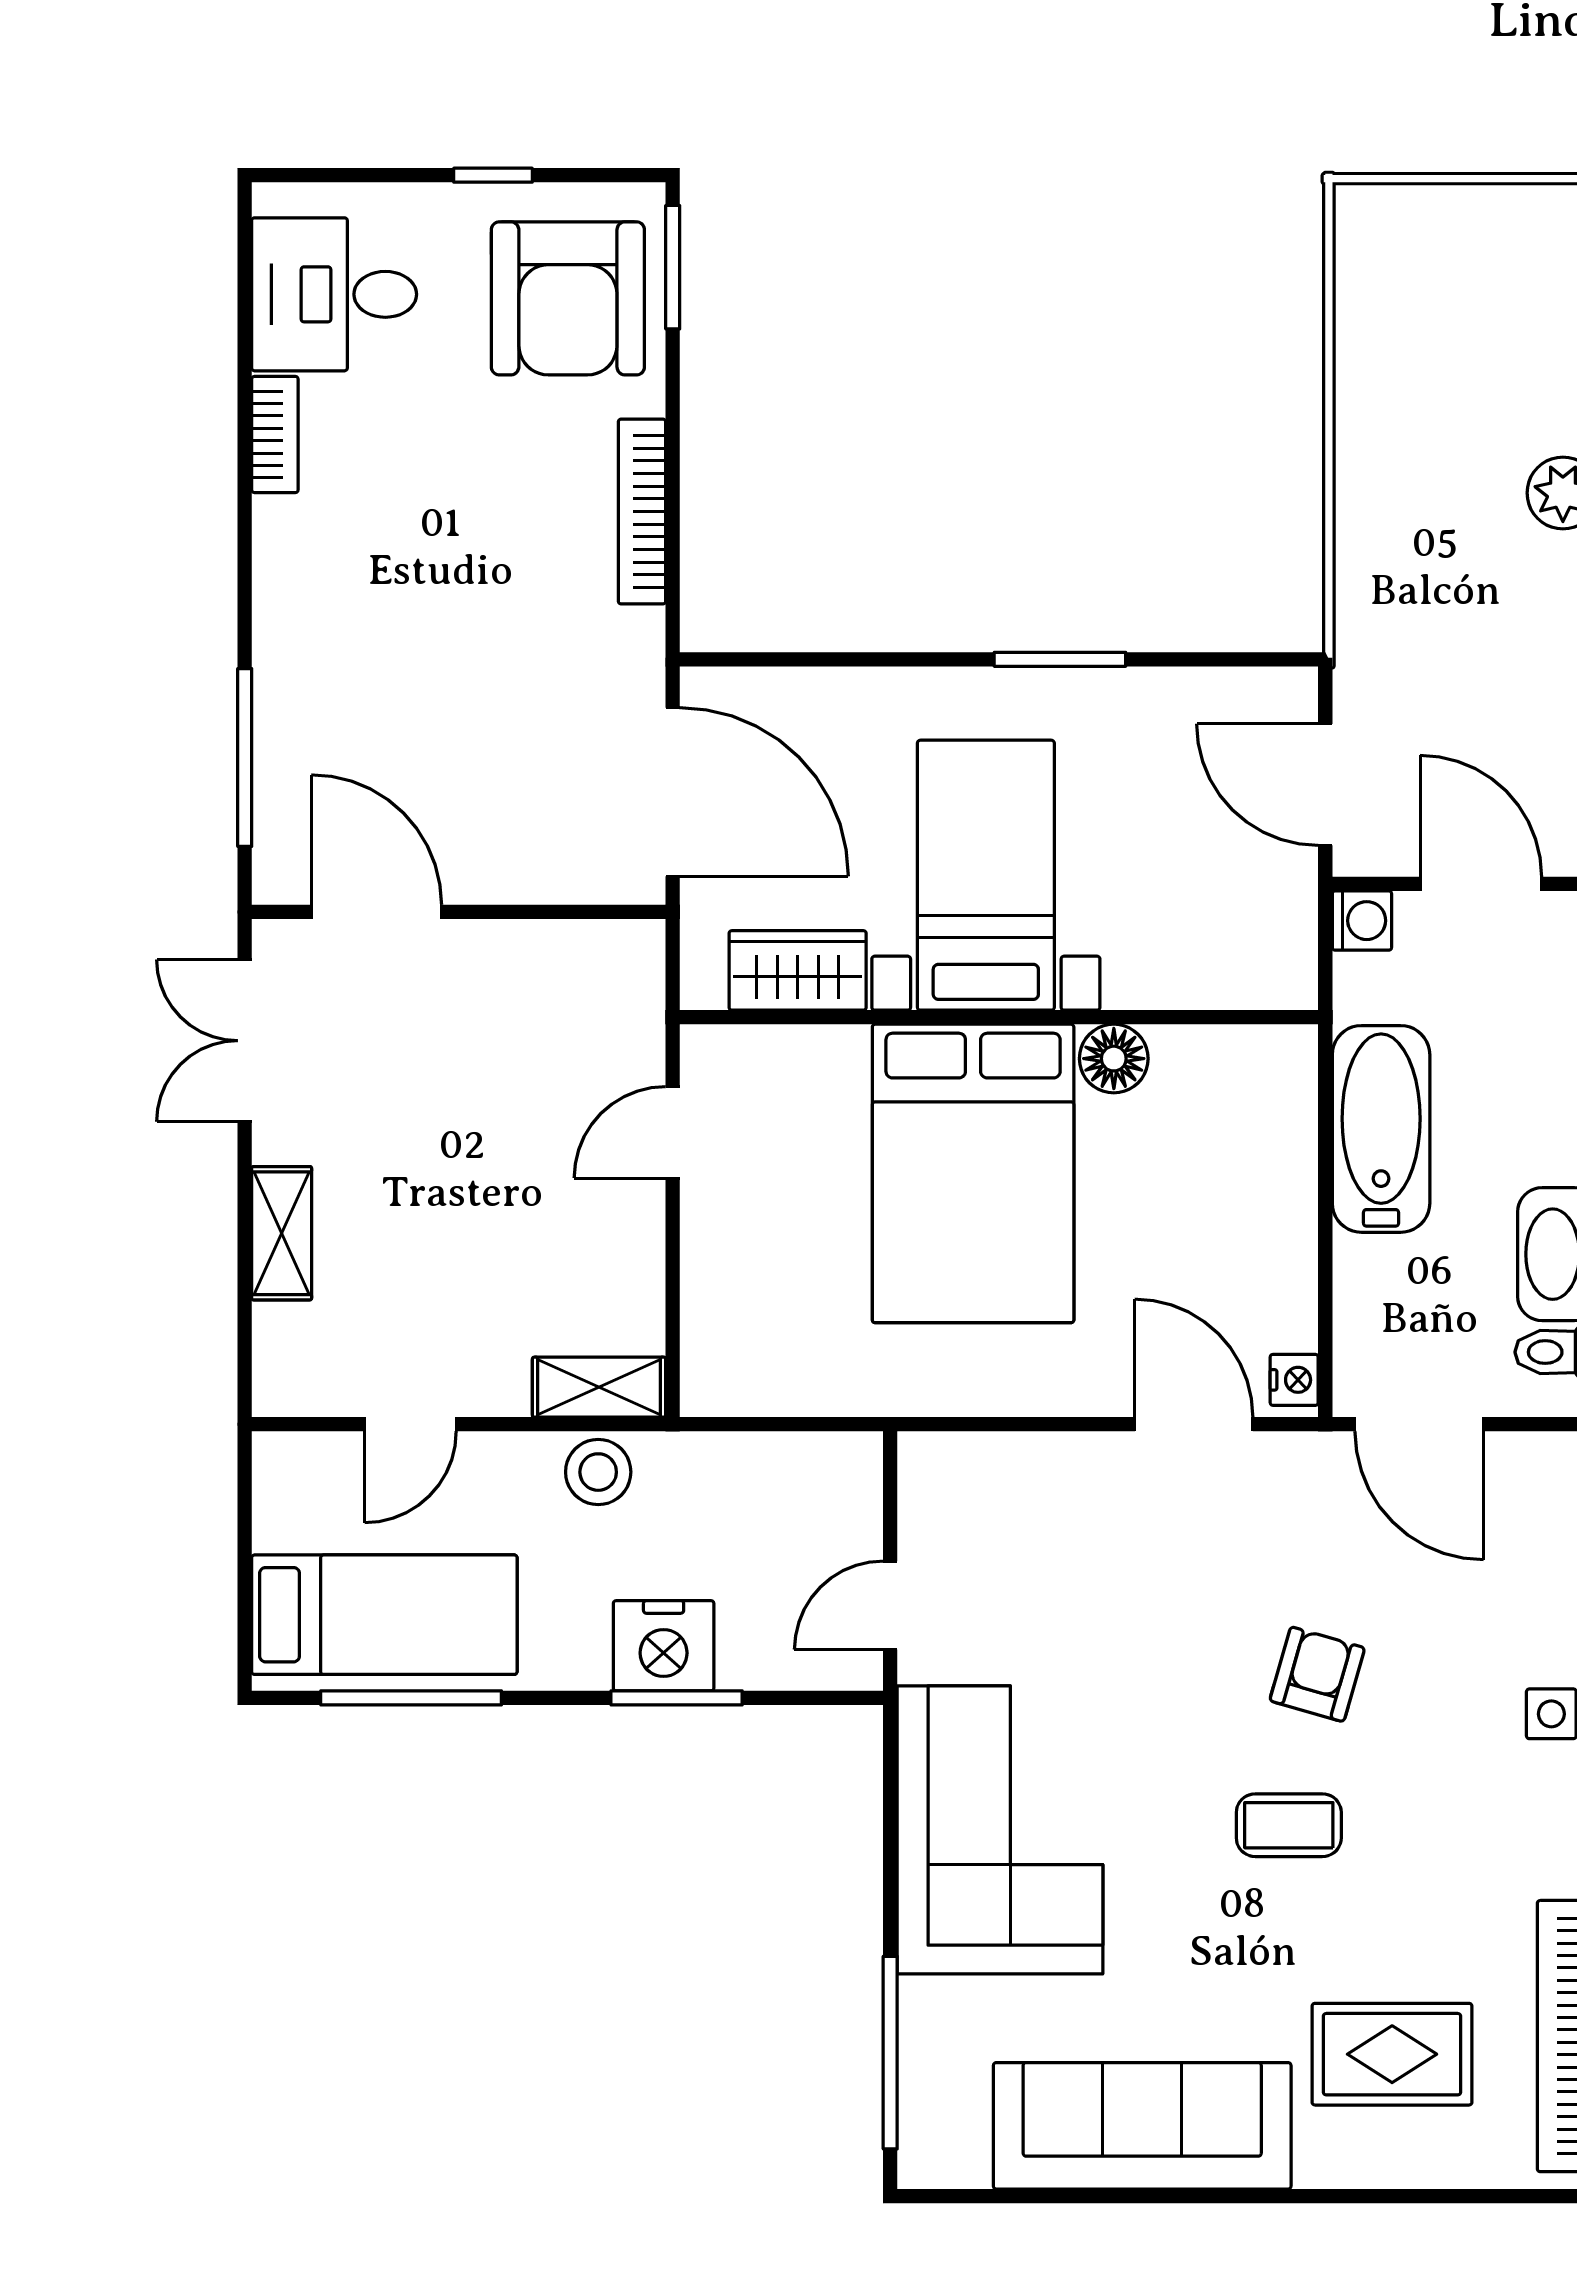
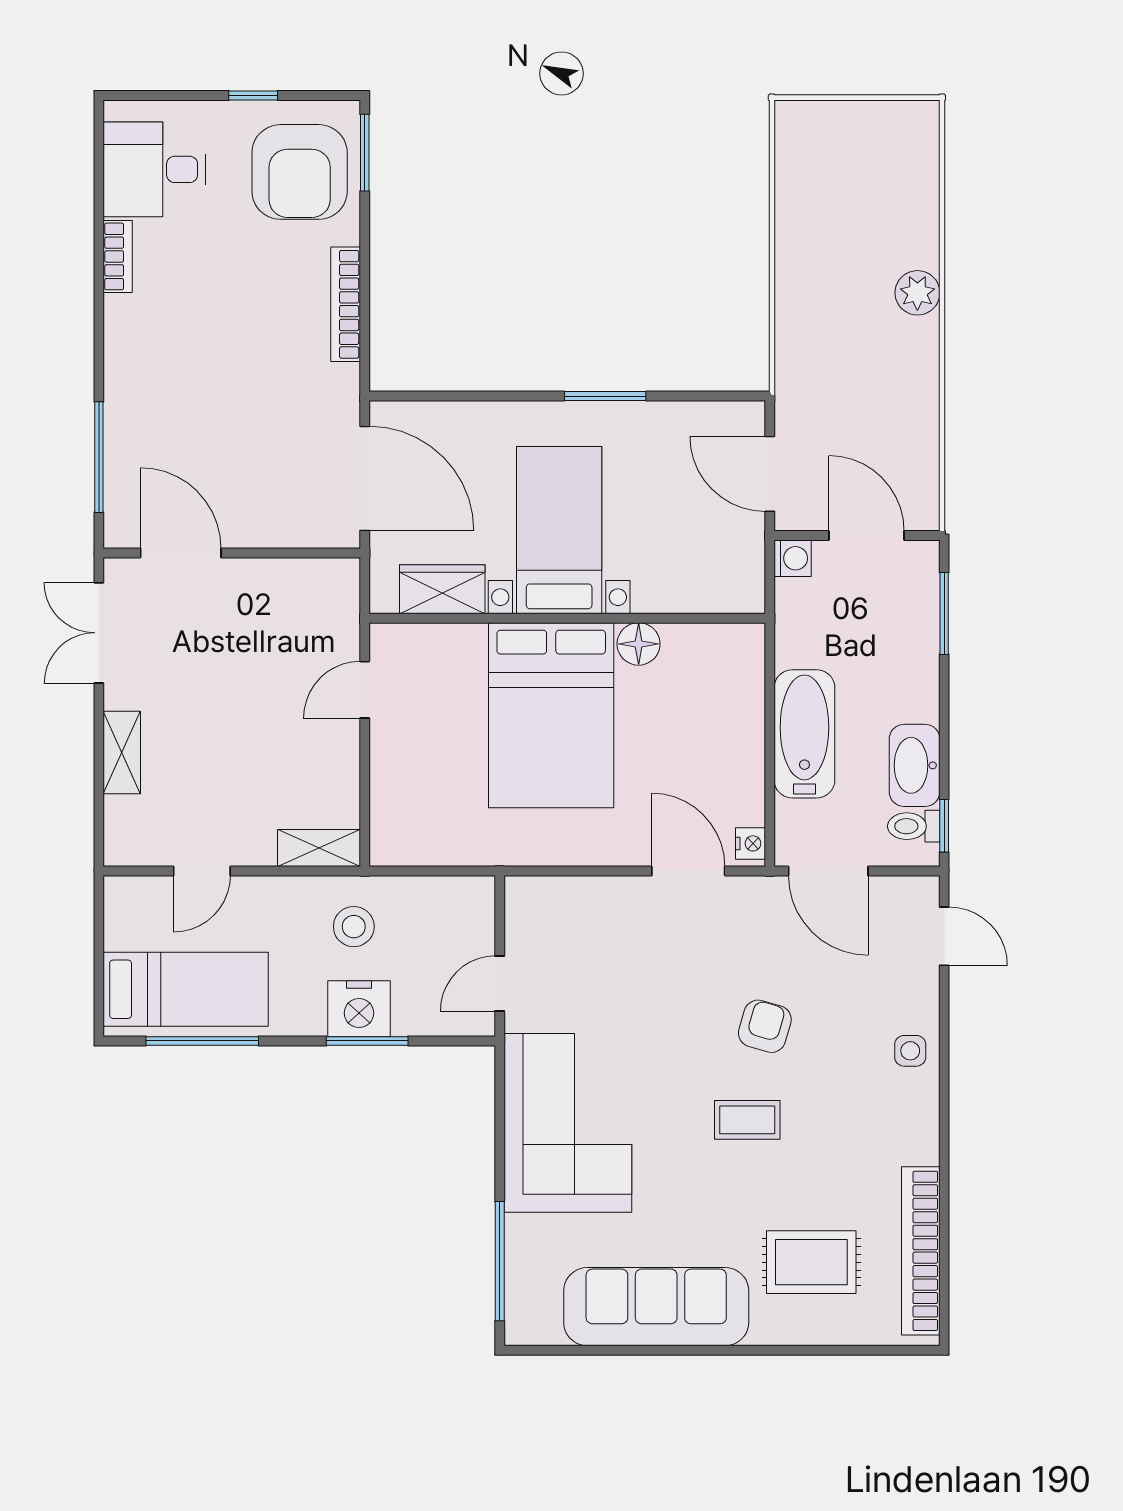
bathtub: (1381, 1129) -> (804, 734), moved
stool: (598, 1472) -> (354, 927), moved

